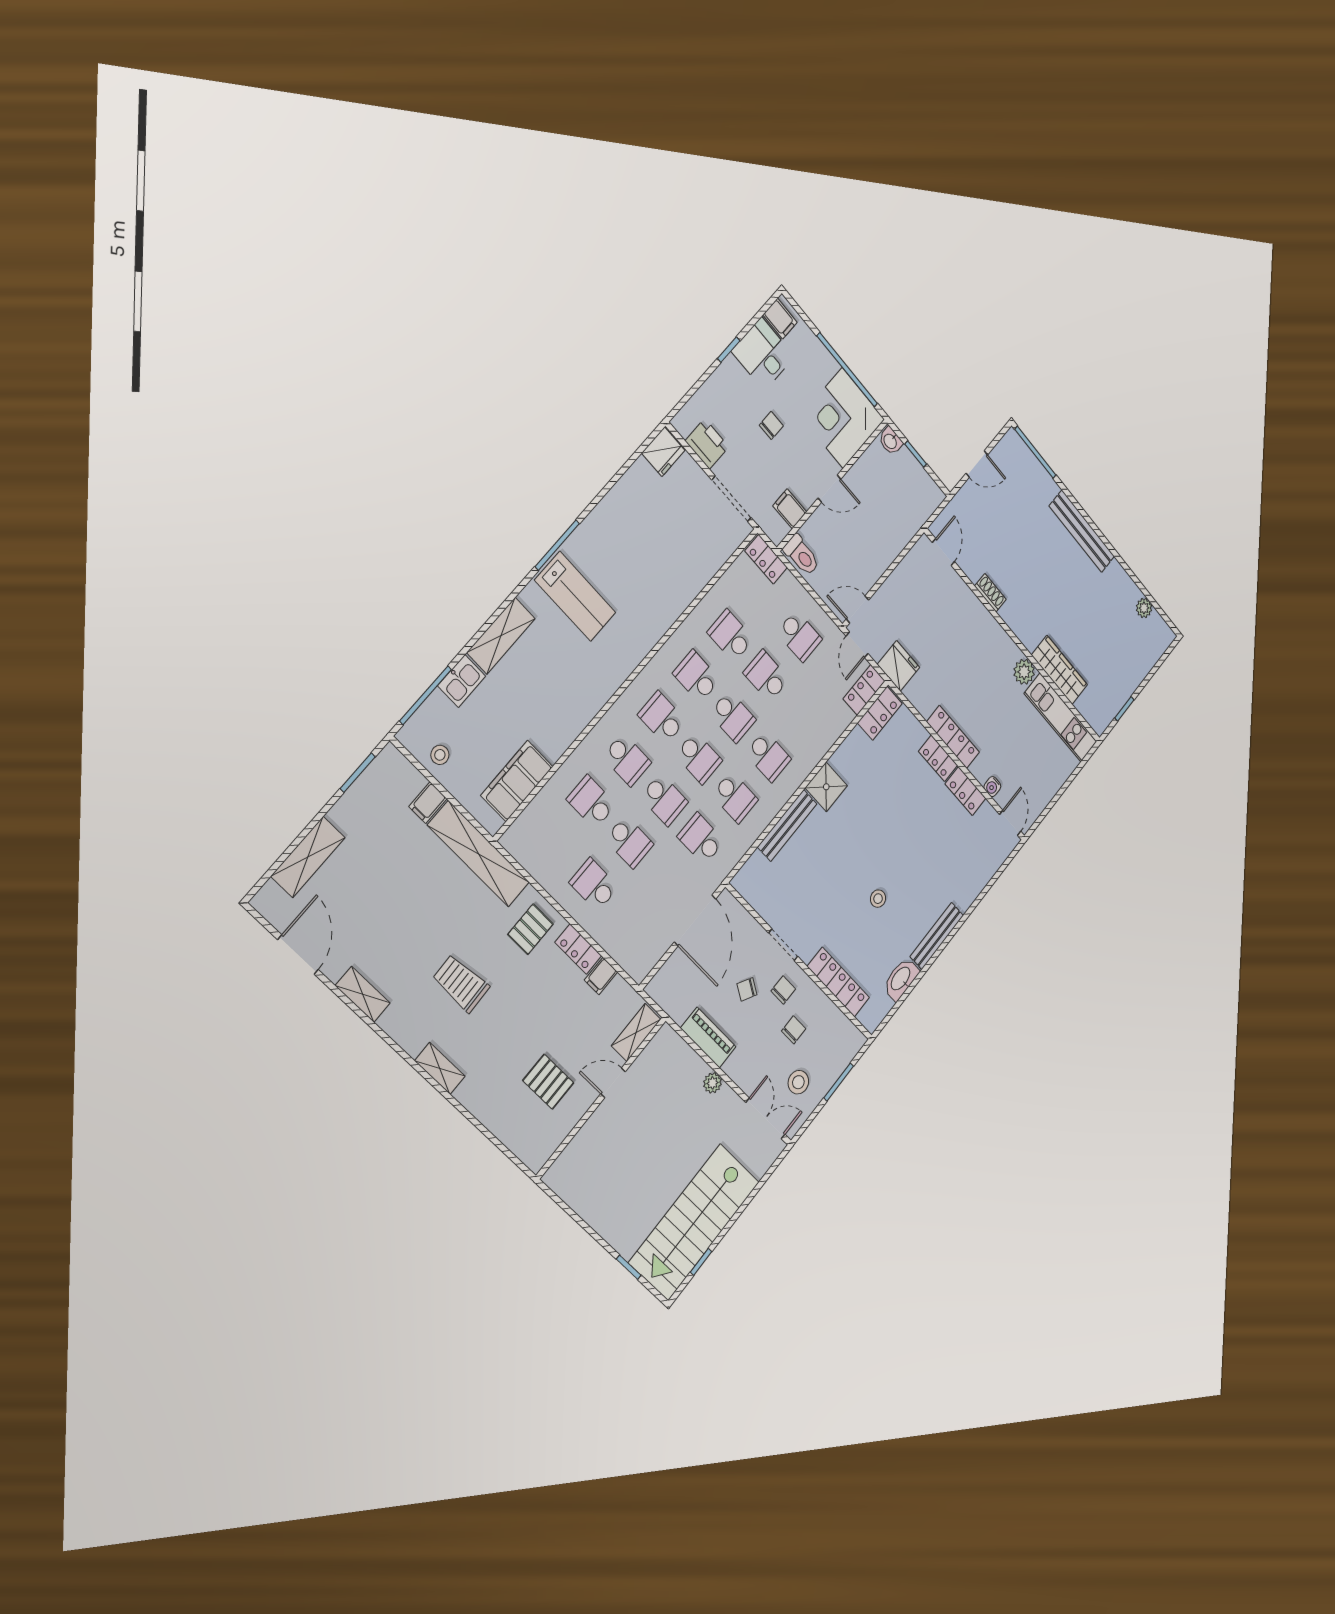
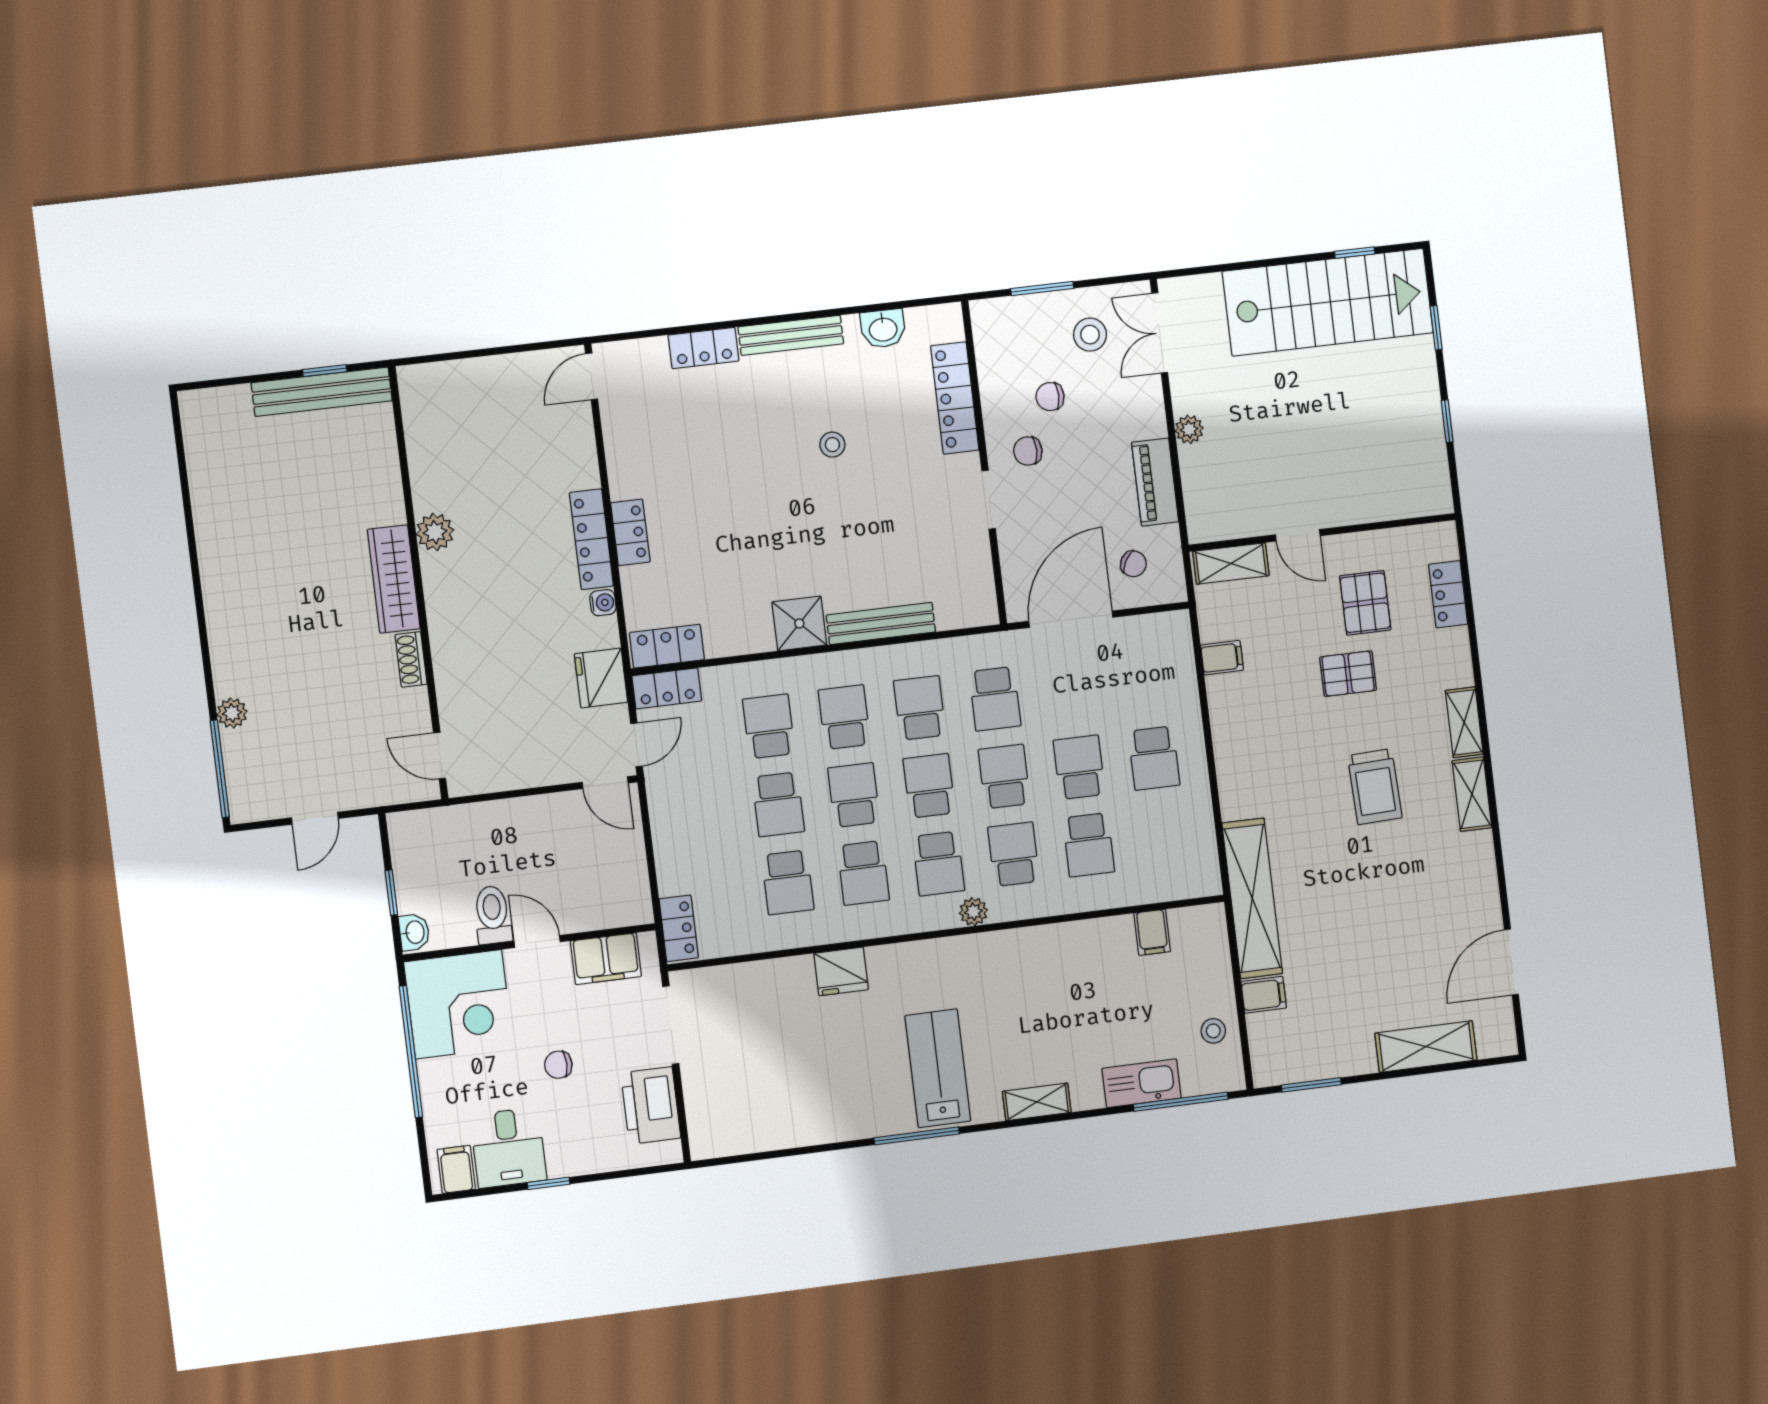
printer: (707, 444) -> (651, 1105), width x1.37, depth x1.19
fridge: (663, 452) -> (841, 971), moved, turned 180
door: (977, 464) -> (315, 818), swing flipped
filing cabinet: (790, 509) -> (606, 959), width x2.00
bench: (1082, 531) -> (322, 392), moved, turned 90
door: (943, 552) -> (440, 756), hinge flipped
toilet: (802, 555) -> (493, 915), moved
plant: (1144, 608) -> (232, 713), moved
shelving: (501, 636) -> (1037, 1102), width x0.67, depth x0.75
school desk: (799, 636) -> (769, 726), moved
wardrobe: (1059, 670) -> (394, 579), moved
kitchen sink: (462, 681) -> (1142, 1083), width x1.38
plant: (624, 707) -> (973, 912), added
kitchen unit: (1061, 718) -> (425, 437), removed
filing cabinet: (517, 781) -> (1152, 932), width x0.33, depth x0.86
water cooler: (992, 787) -> (603, 603), moved
locker: (966, 791) -> (704, 348), moved, turned 90
pallet: (530, 929) -> (1348, 674), moved
locker: (578, 949) -> (1448, 594), moved, turned 180
washbasin: (901, 979) -> (883, 329), width x0.72
chair: (747, 989) -> (1133, 564), moved
shelving: (363, 994) -> (1472, 794), moved
window: (583, 1224) -> (1447, 421), added

